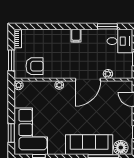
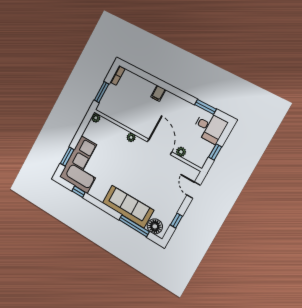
filing cabinet: (76, 36) -> (158, 93), moved
armchair: (34, 66) -> (119, 108), removed
door: (88, 80) -> (159, 147), swing flipped

